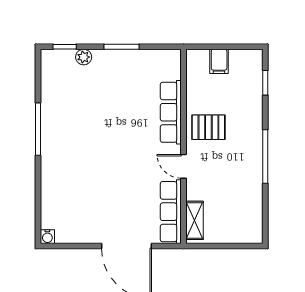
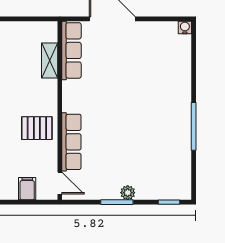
plant: (84, 57) -> (128, 193), moved
door: (184, 166) -> (60, 183), moved
shelving: (195, 220) -> (50, 61), moved

